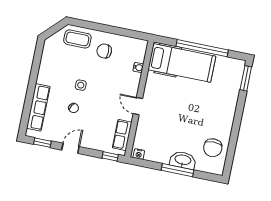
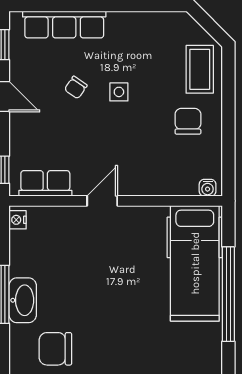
water cooler: (138, 68) -> (208, 188), moved

